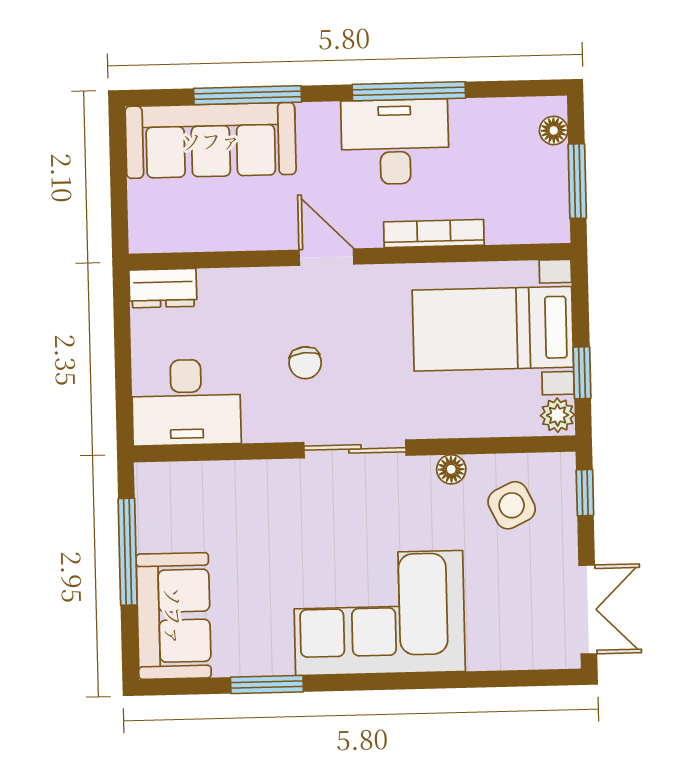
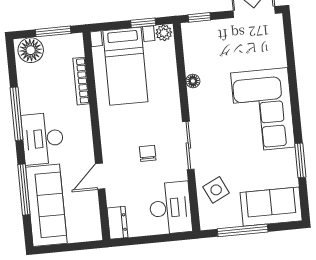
floor lamp: (554, 130) -> (31, 50), width x1.89, depth x1.89
desk: (395, 142) -> (43, 139), moved
bookcase: (434, 234) -> (81, 81), moved
door: (326, 257) -> (100, 176), moved
chair: (305, 363) -> (148, 153), turned -85
sliding door: (355, 449) -> (188, 145), moved
side table: (512, 505) -> (216, 190), moved

